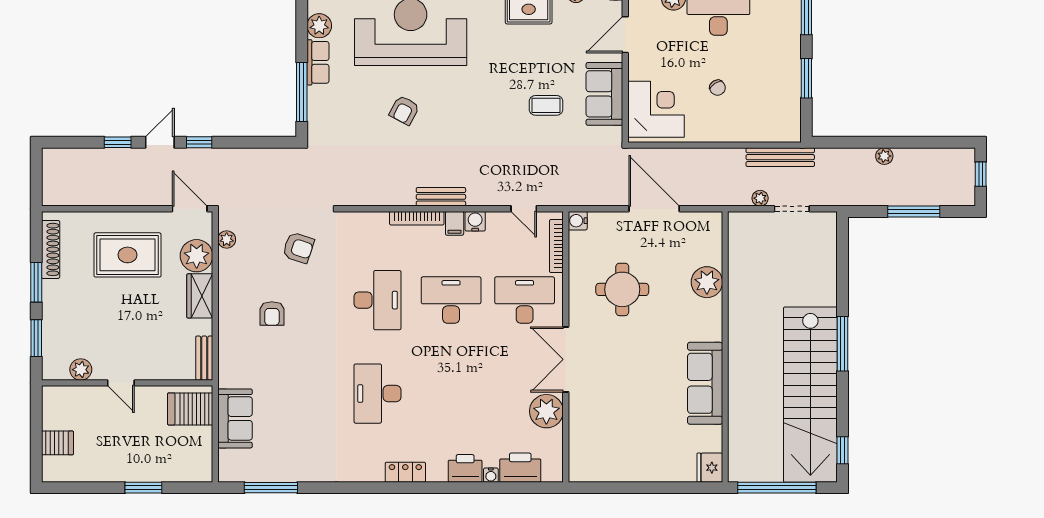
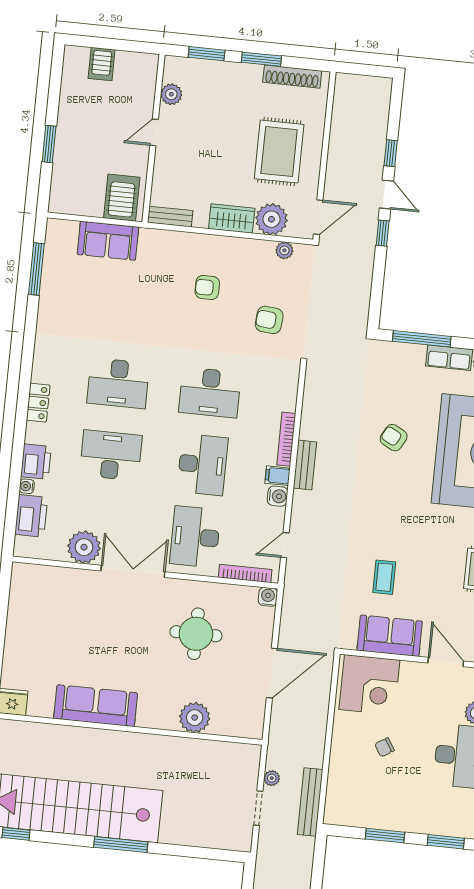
armchair: (298, 248) -> (269, 320), turned 77
desk: (525, 300) -> (195, 537), turned 180
desk: (378, 394) -> (118, 383), turned 180
desk: (451, 394) -> (111, 455), added

